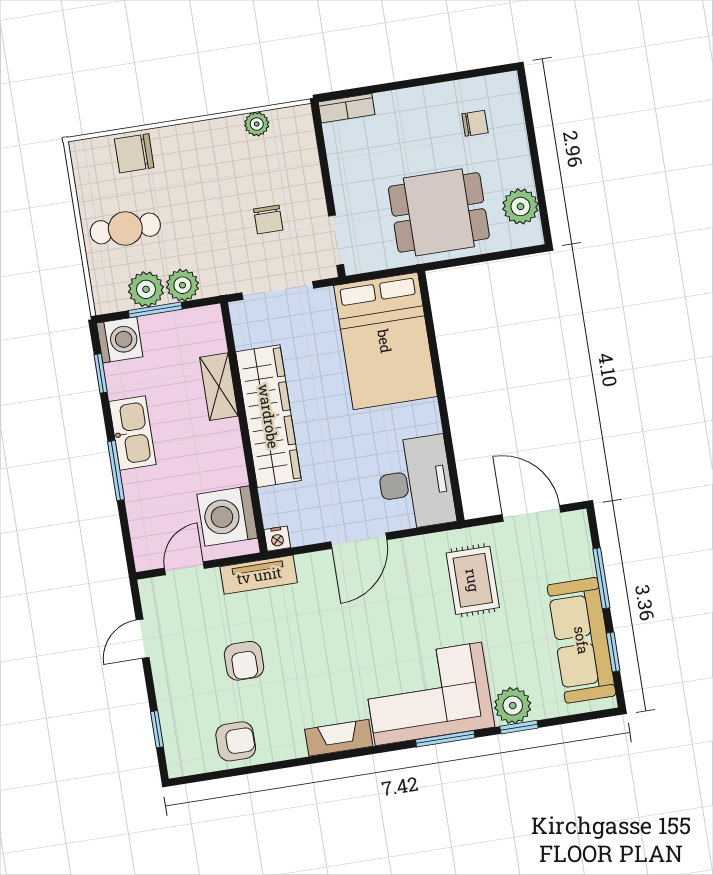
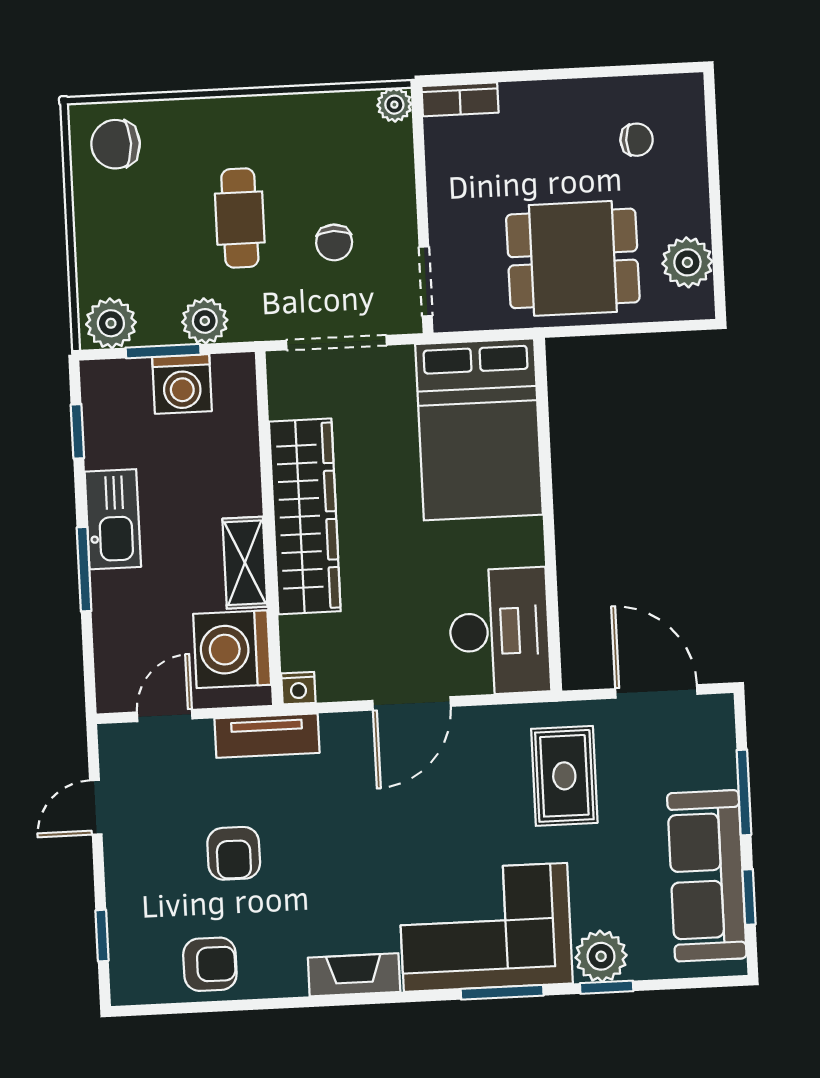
plant: (257, 124) -> (394, 105), moved
chair: (134, 153) -> (116, 144), moved
cafe table: (125, 228) -> (240, 218), moved, turned 90
plant: (146, 289) -> (111, 323), moved
washing machine: (120, 340) -> (182, 384), moved, turned 90
shelving: (219, 387) -> (245, 563), moved

